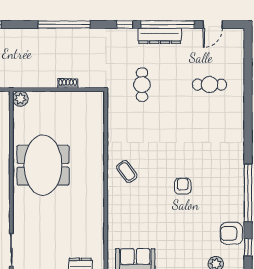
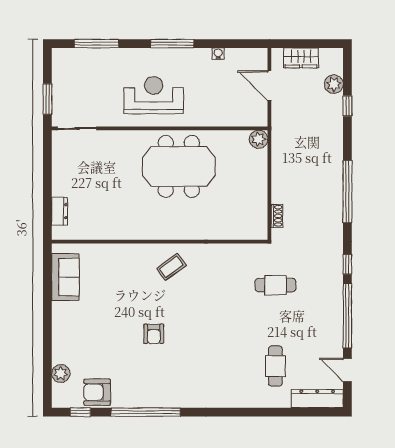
dresser: (160, 36) -> (317, 399), moved, turned 90
shoe rack: (68, 83) -> (277, 216), moved
armchair: (183, 186) -> (154, 334), turned 90
armchair: (231, 233) -> (97, 392), turned -90

